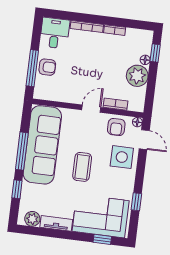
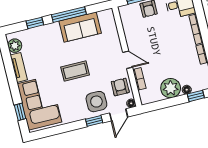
armchair: (116, 127) -> (120, 87), turned 90
sofa: (42, 145) -> (80, 27), width x0.54, depth x0.79
window: (136, 202) -> (94, 121), moved

